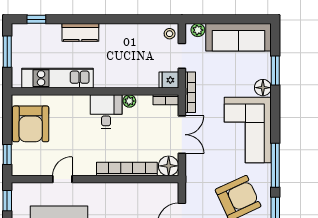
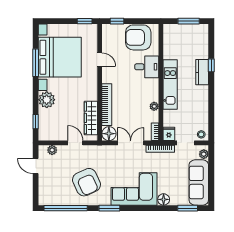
window: (36, 19) -> (211, 65), moved
window: (275, 71) -> (188, 208), moved
kitchen unit: (58, 78) -> (170, 84), moved
desk: (106, 112) -> (147, 67), moved
double door: (182, 135) -> (131, 143), swing flipped
window: (275, 165) -> (109, 208), width x0.69
wardrobe: (146, 192) -> (91, 118), added

